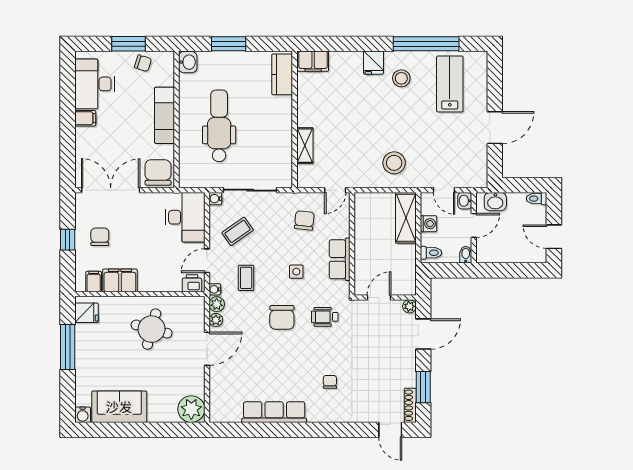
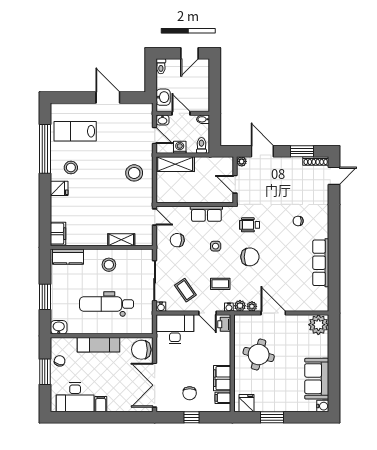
stool: (272, 129) -> (109, 265), added
door: (444, 190) -> (155, 136), hinge flipped
chair: (100, 237) -> (190, 393), turned -90
wheelchair: (325, 317) -> (249, 225), turned 90
window: (68, 347) -> (272, 417), width x0.69

